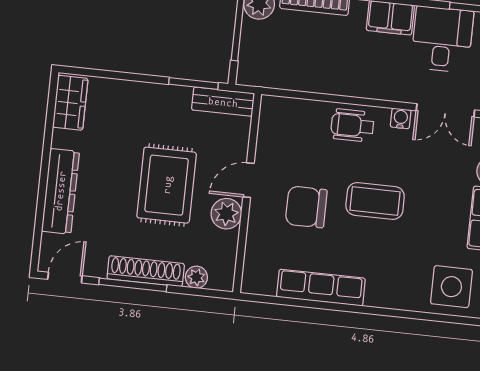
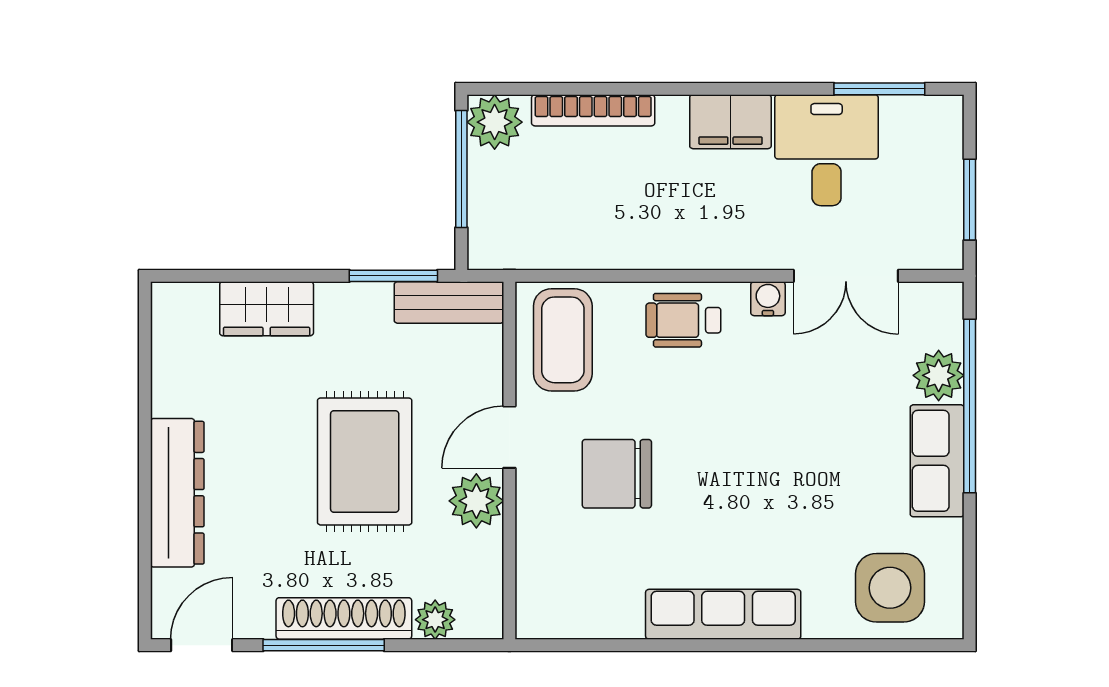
wardrobe: (70, 103) -> (267, 309), moved, turned 90
coffee table: (375, 201) -> (563, 340), moved, turned 90
row of seats: (321, 288) -> (723, 614), moved

